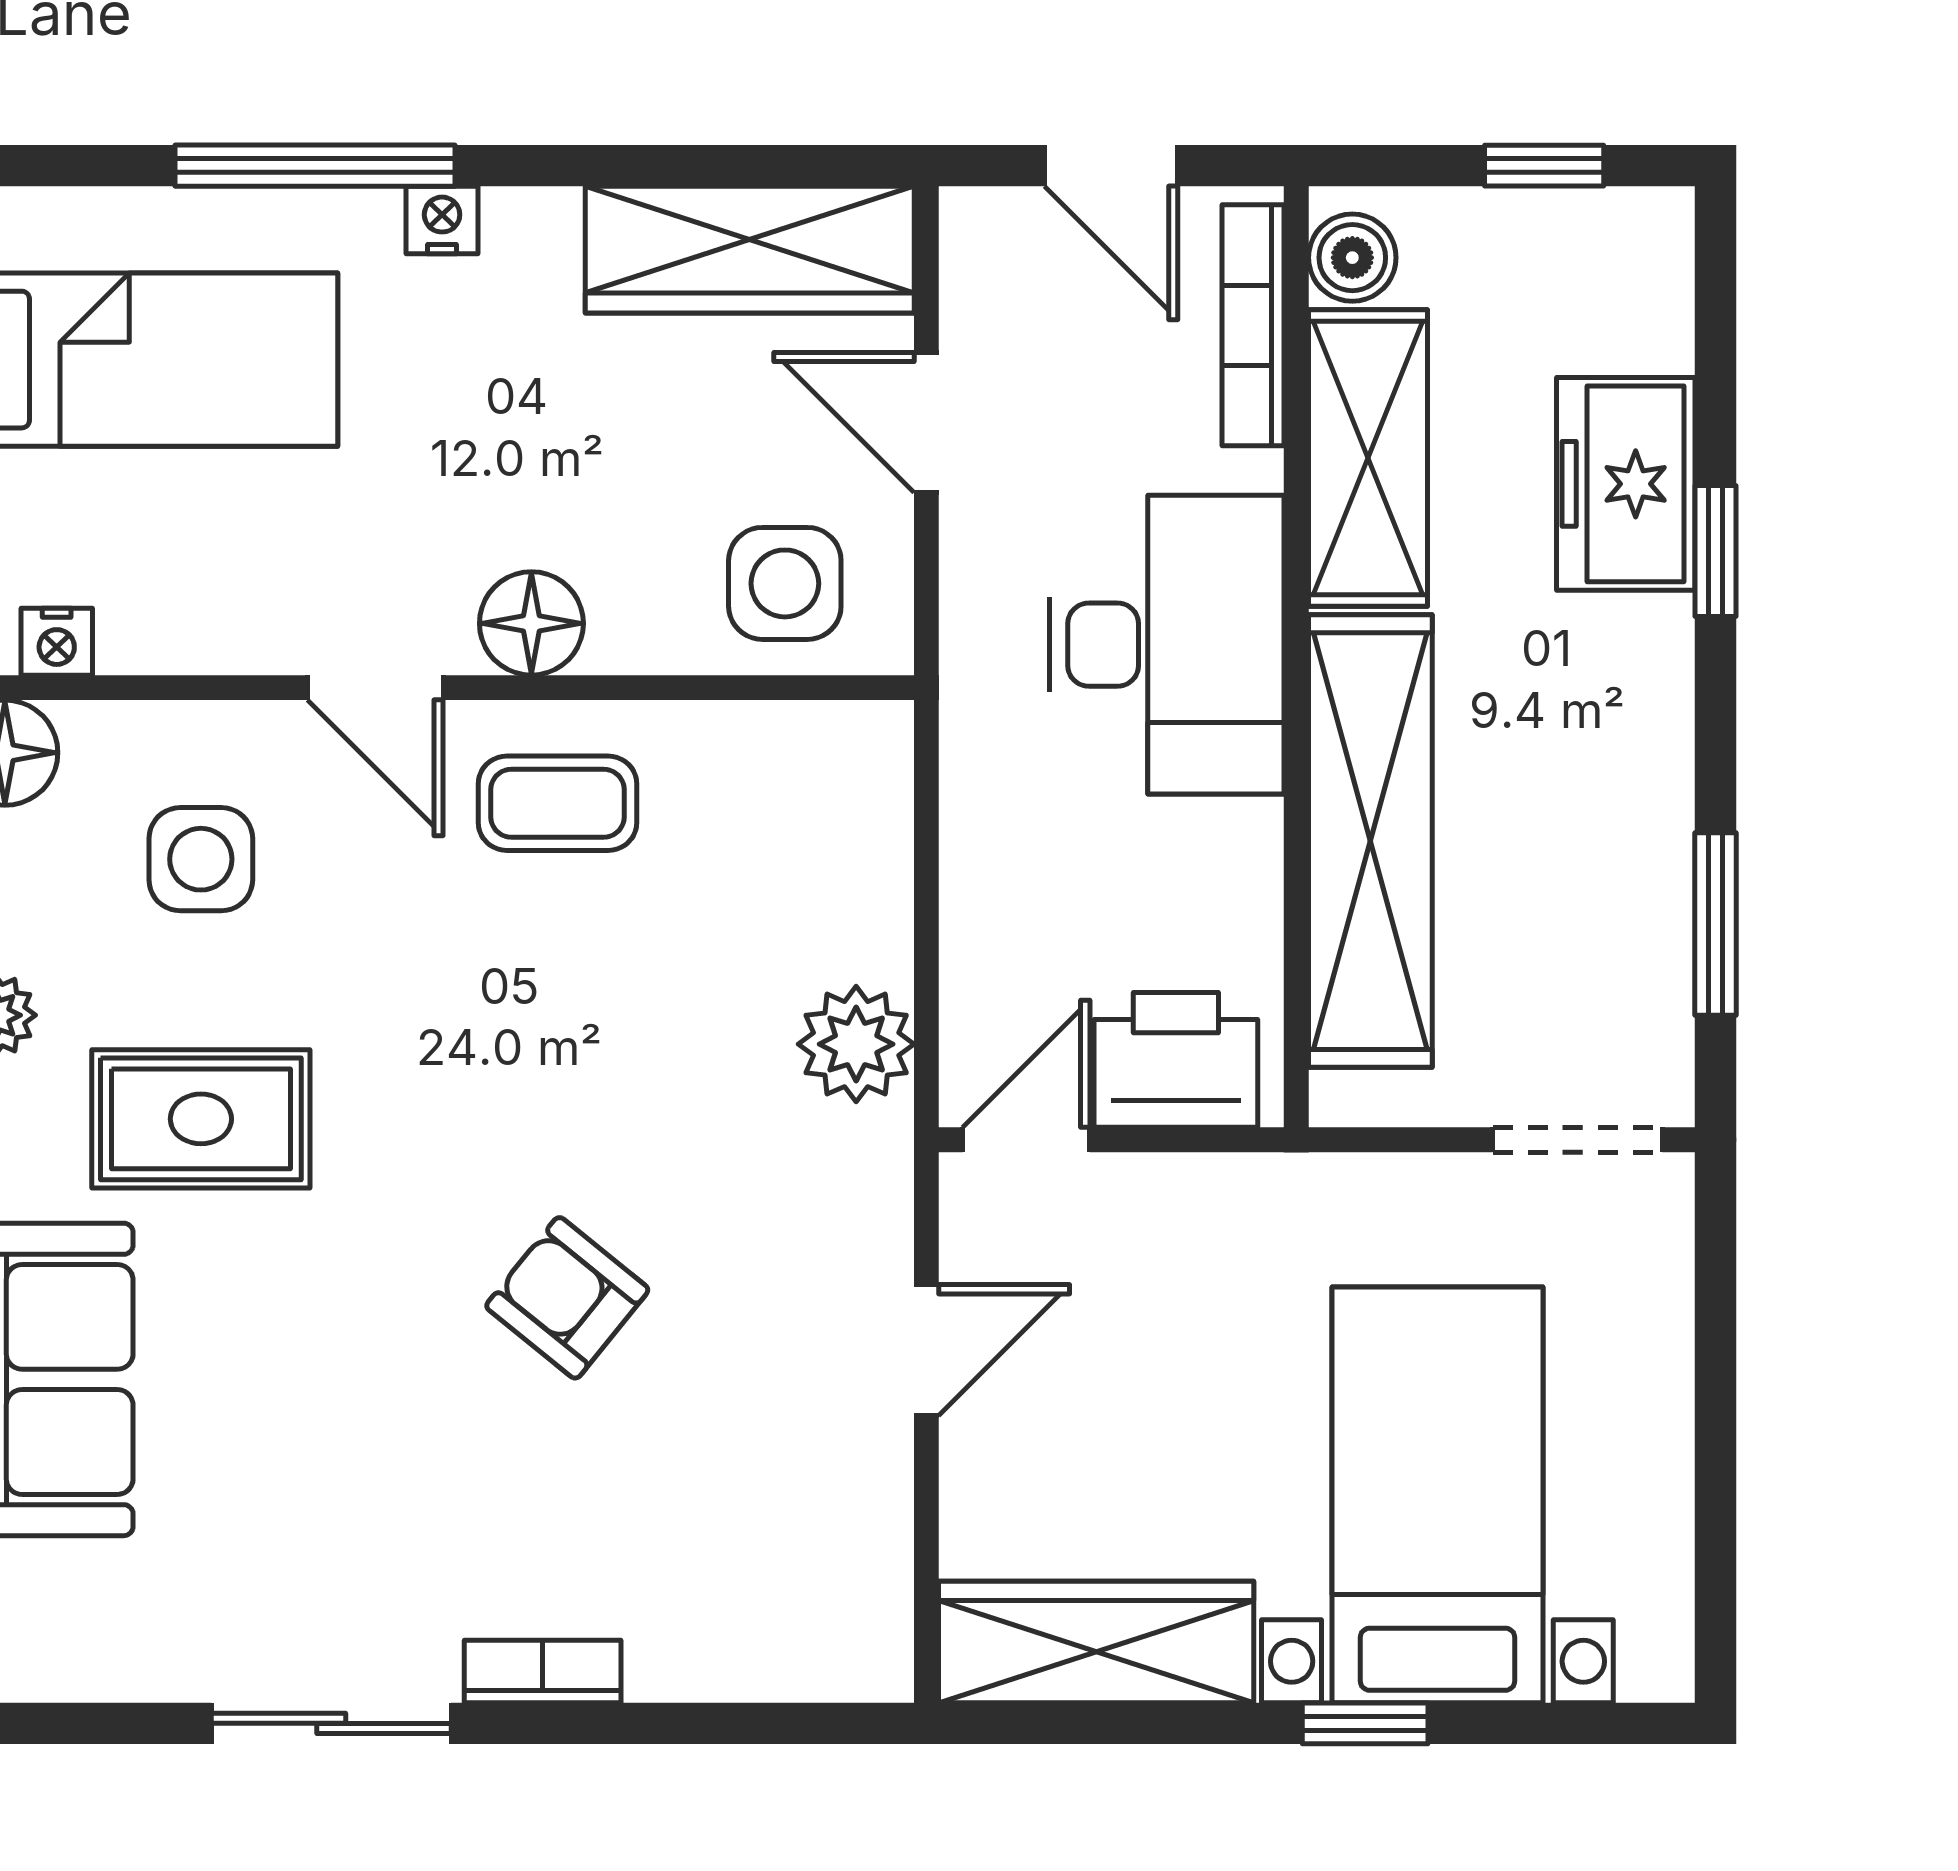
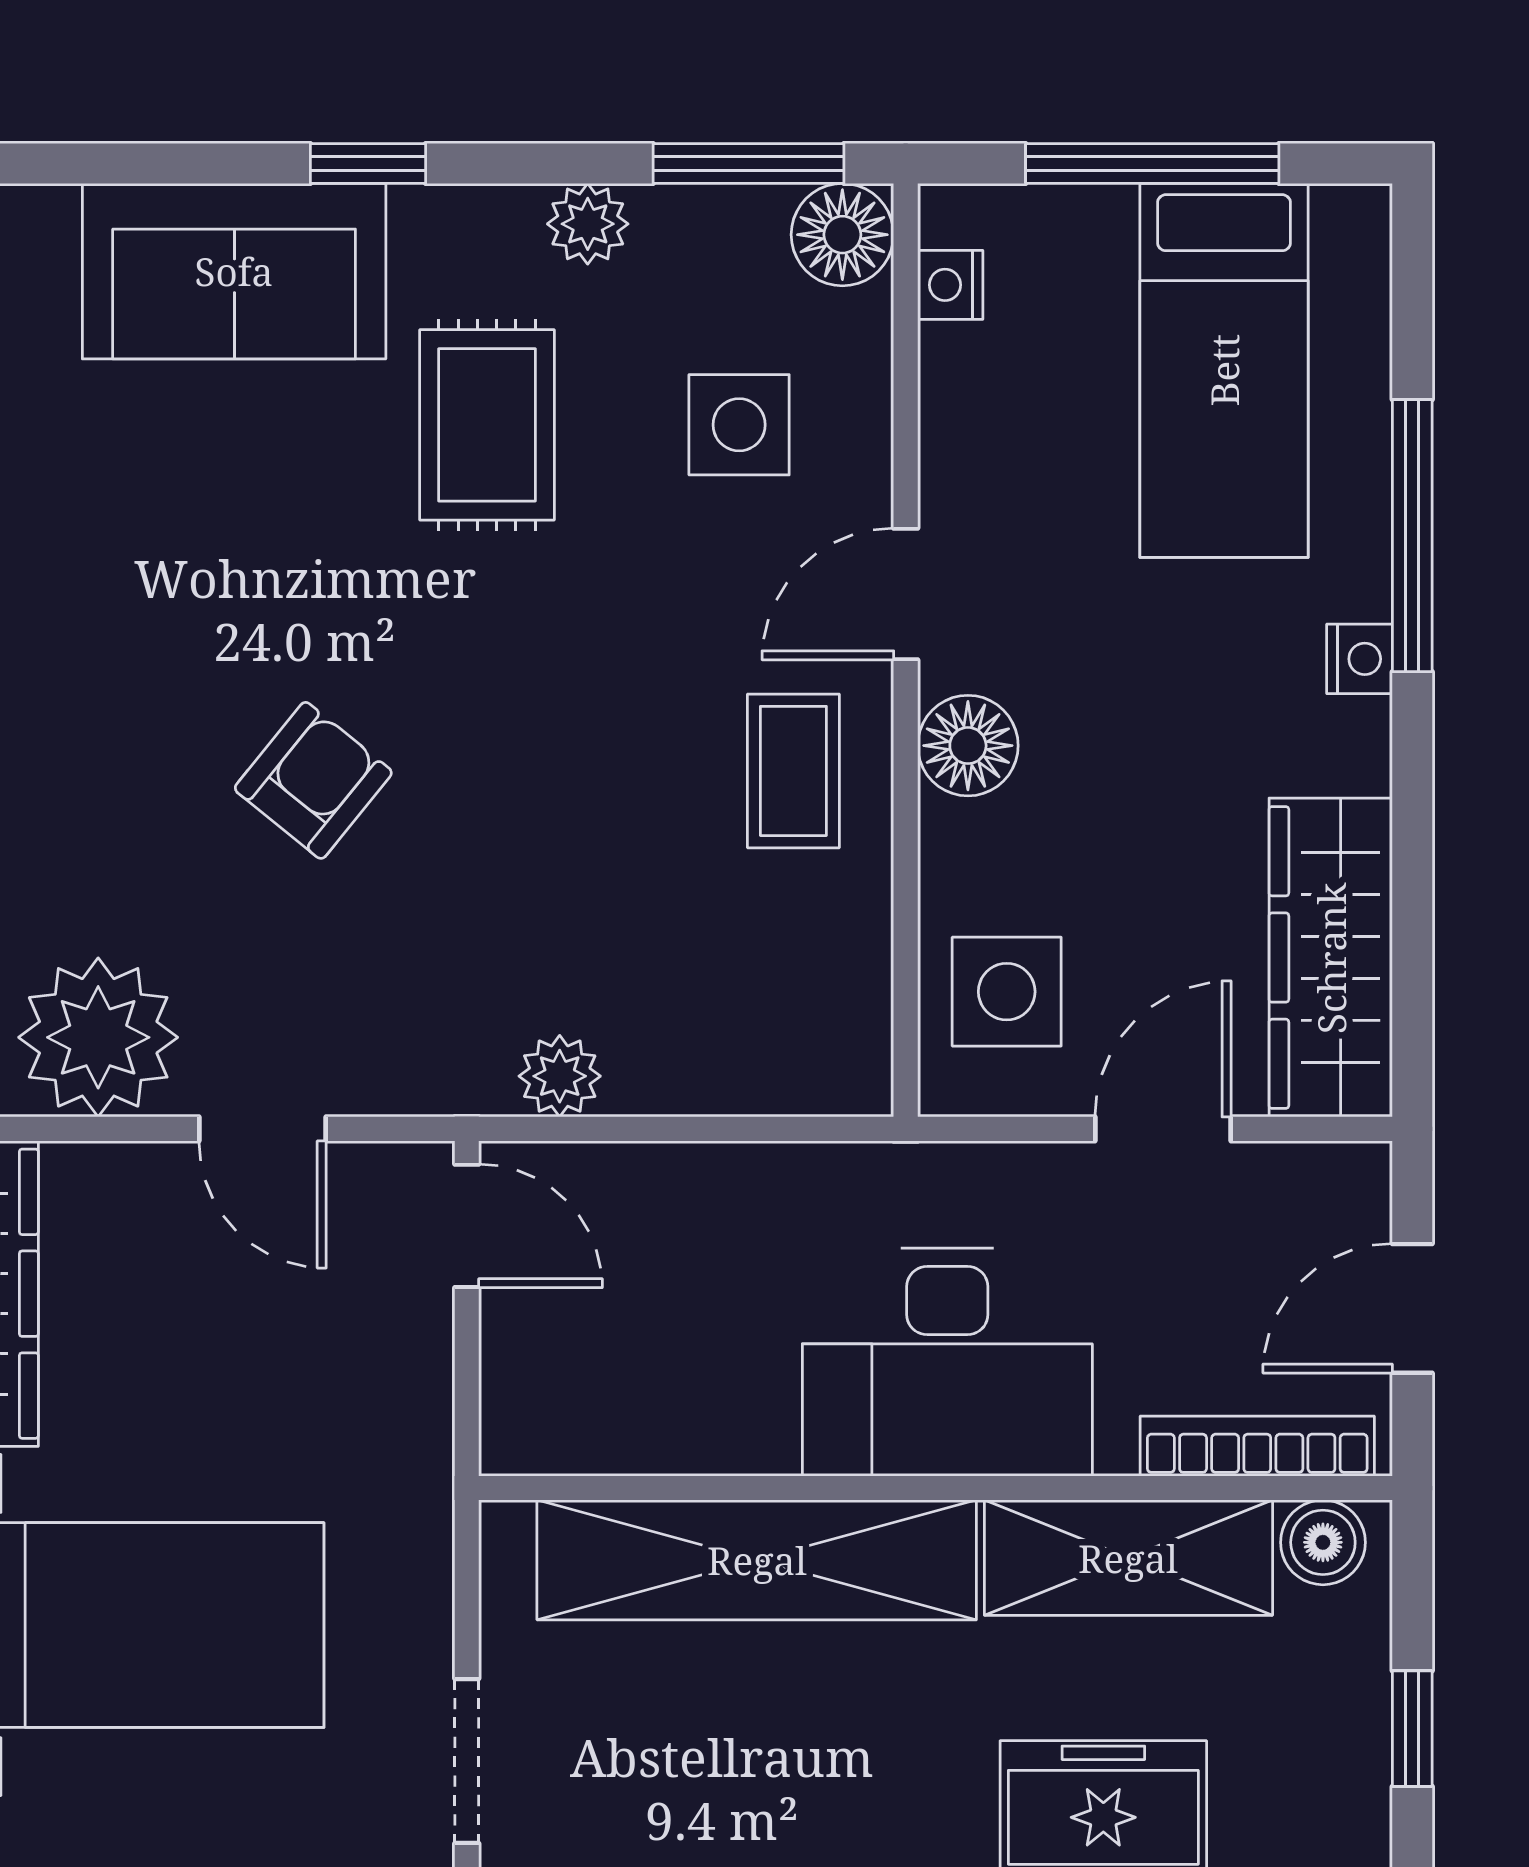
plant: (856, 1044) -> (560, 1076), width x0.73, depth x0.73
printer: (1176, 1060) -> (544, 1371), removed
plant: (832, 1519) -> (98, 1037), added

